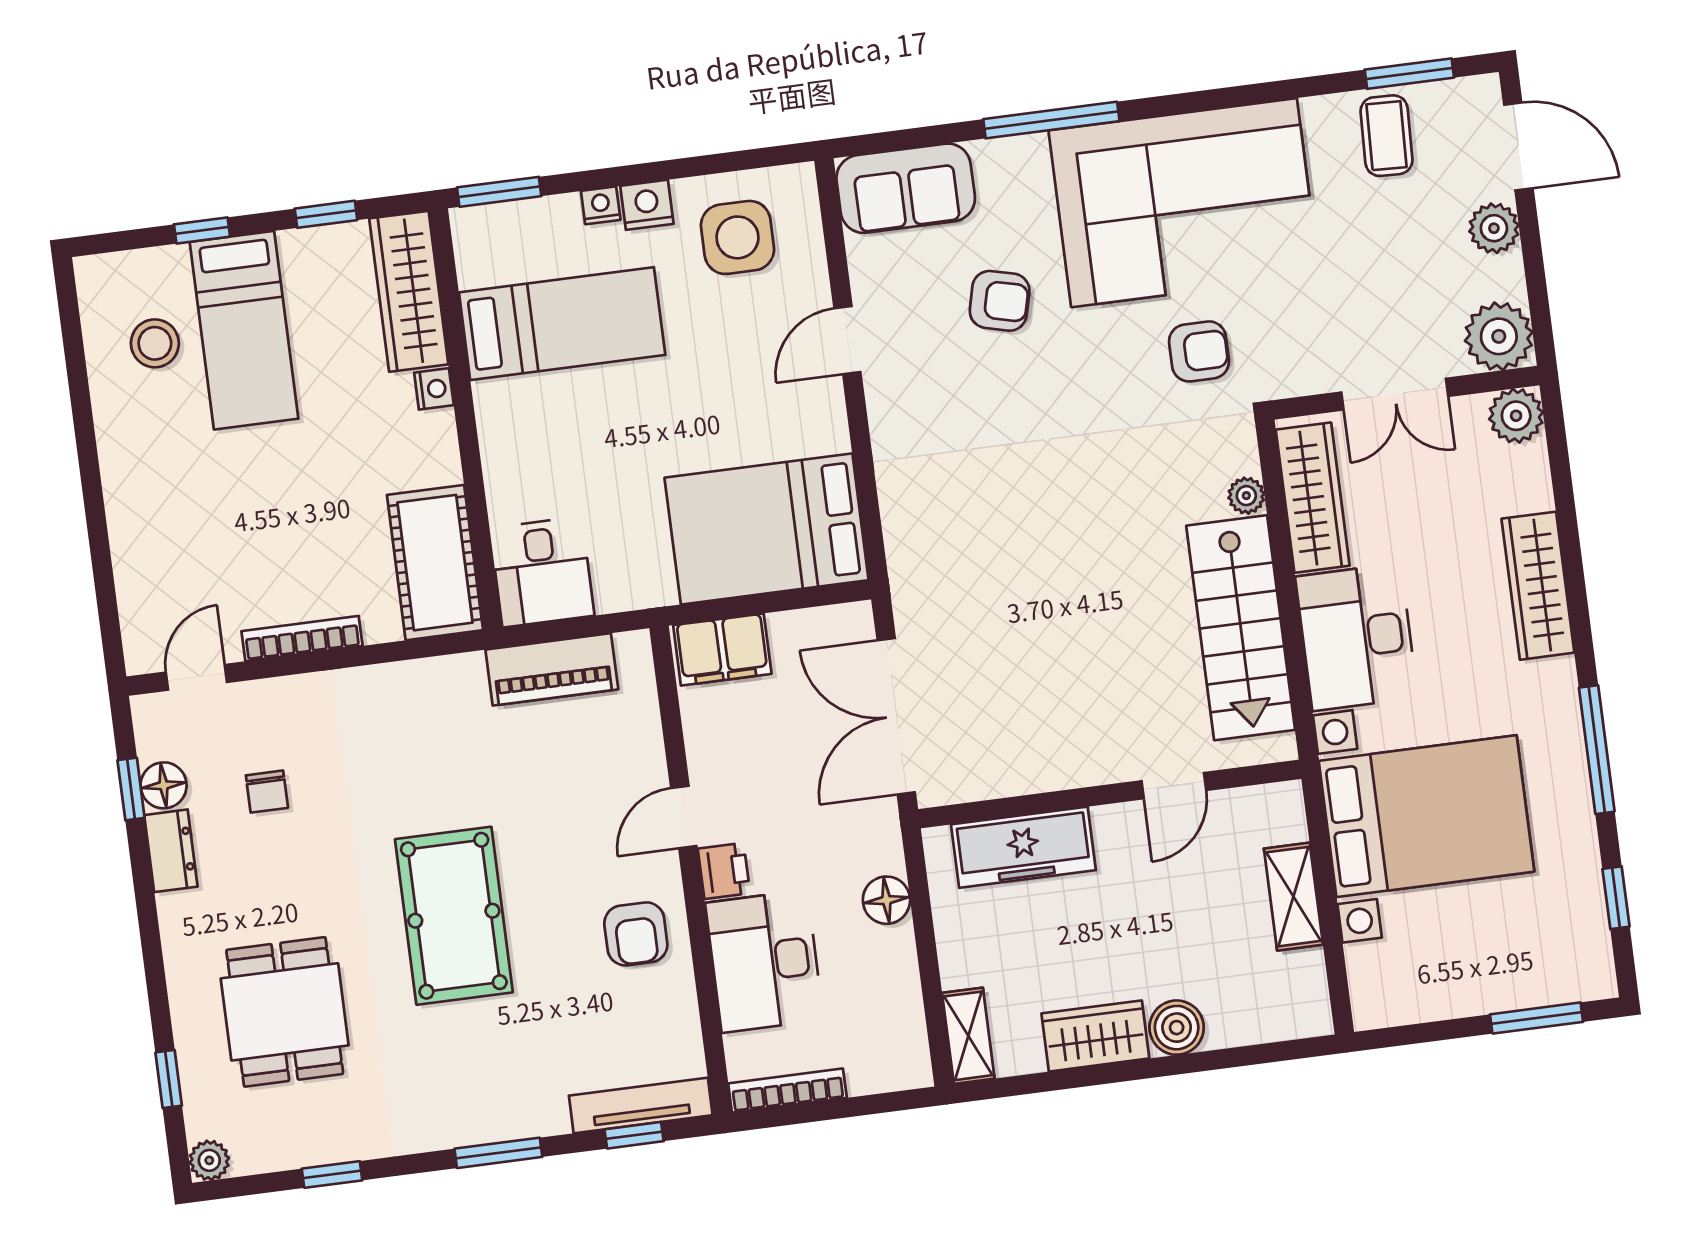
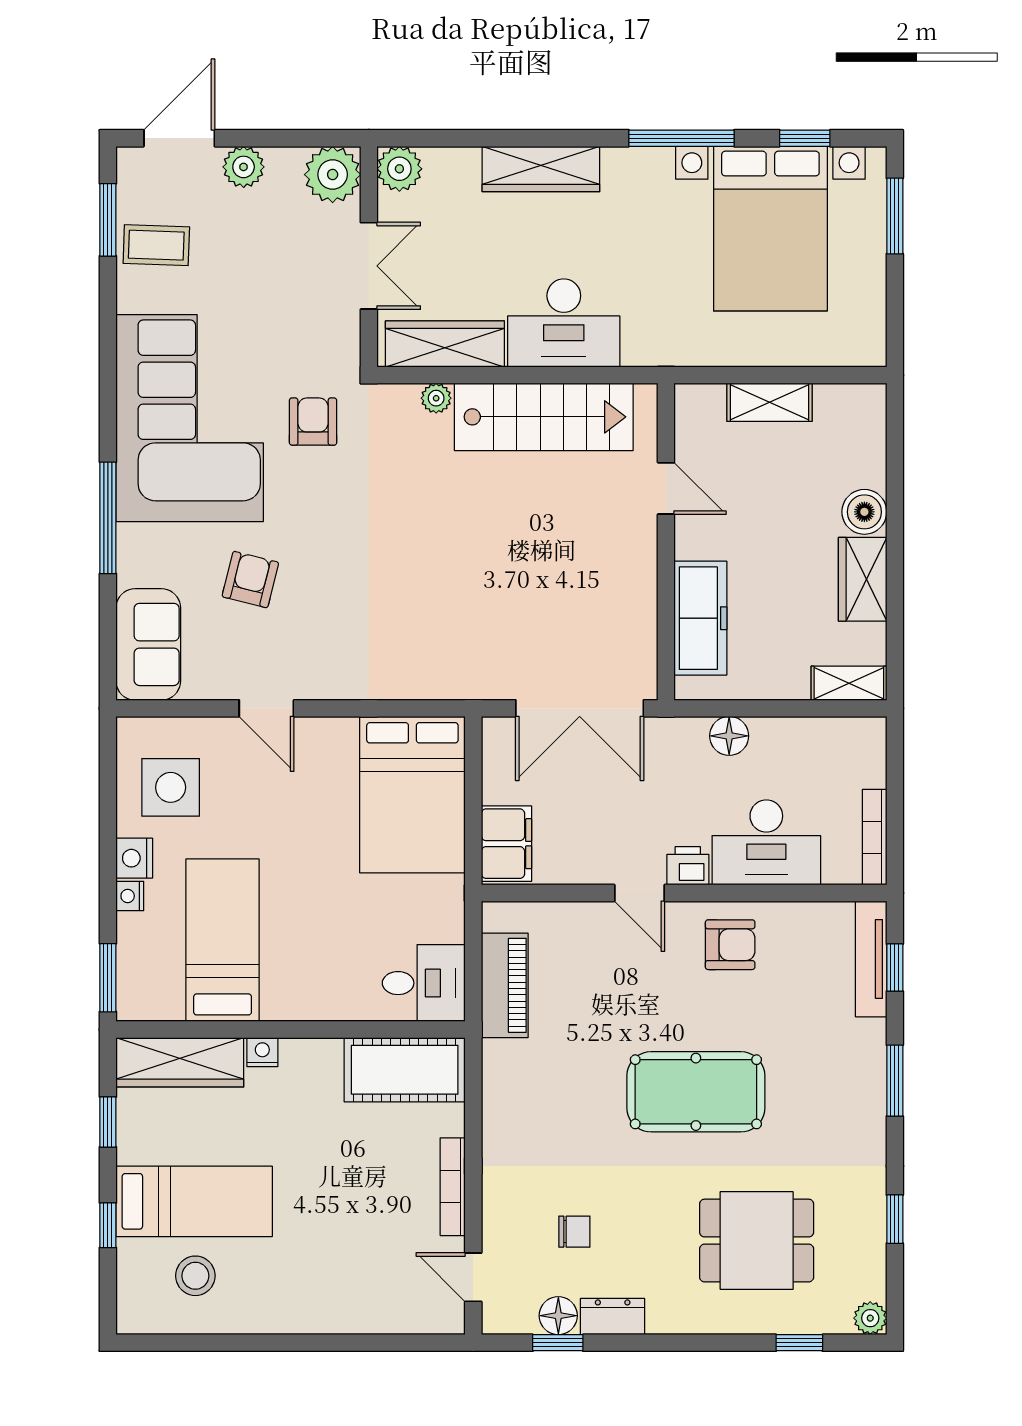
bed with nightstands: (1427, 816) -> (770, 229), moved, turned 180

